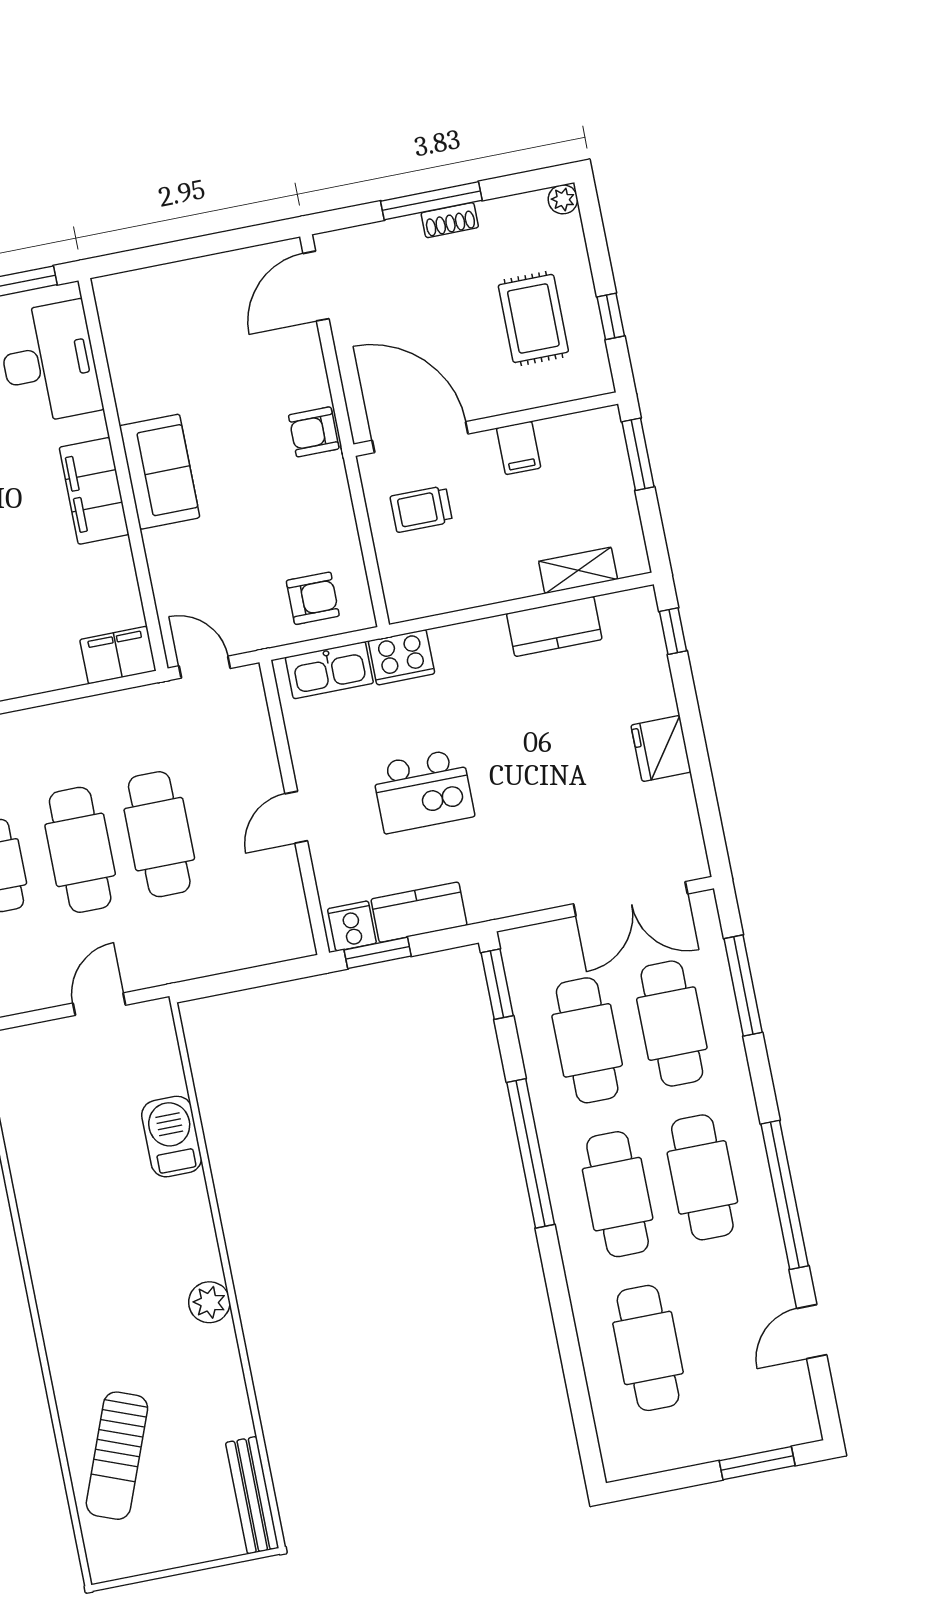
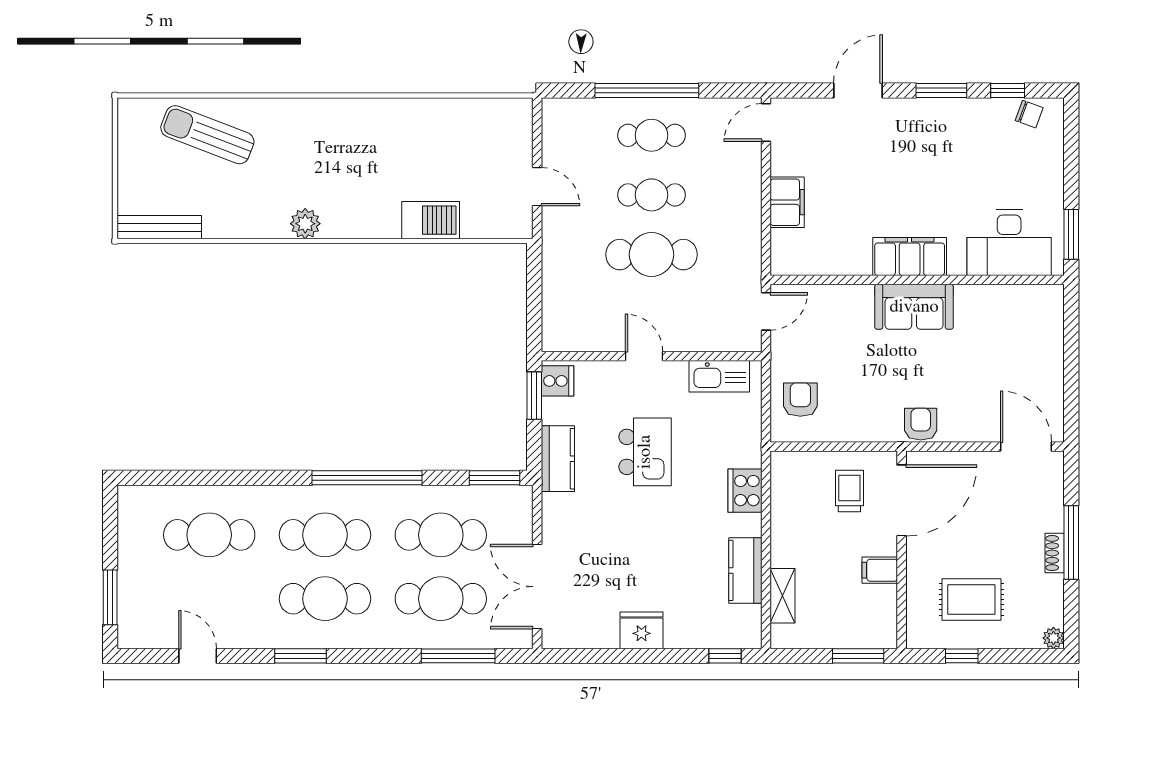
armchair: (313, 598) -> (800, 400), turned 180
filing cabinet: (118, 655) -> (787, 202), moved
cooker: (401, 657) -> (745, 491), moved
kitchen sink: (329, 670) -> (719, 376), moved, turned -90
kitchen island: (423, 791) -> (645, 452), turned 180
cafe table: (80, 850) -> (652, 195), width x0.73, depth x0.74
kitchen counter: (419, 912) -> (558, 459), moved
window: (785, 1195) -> (301, 656), width x0.47

